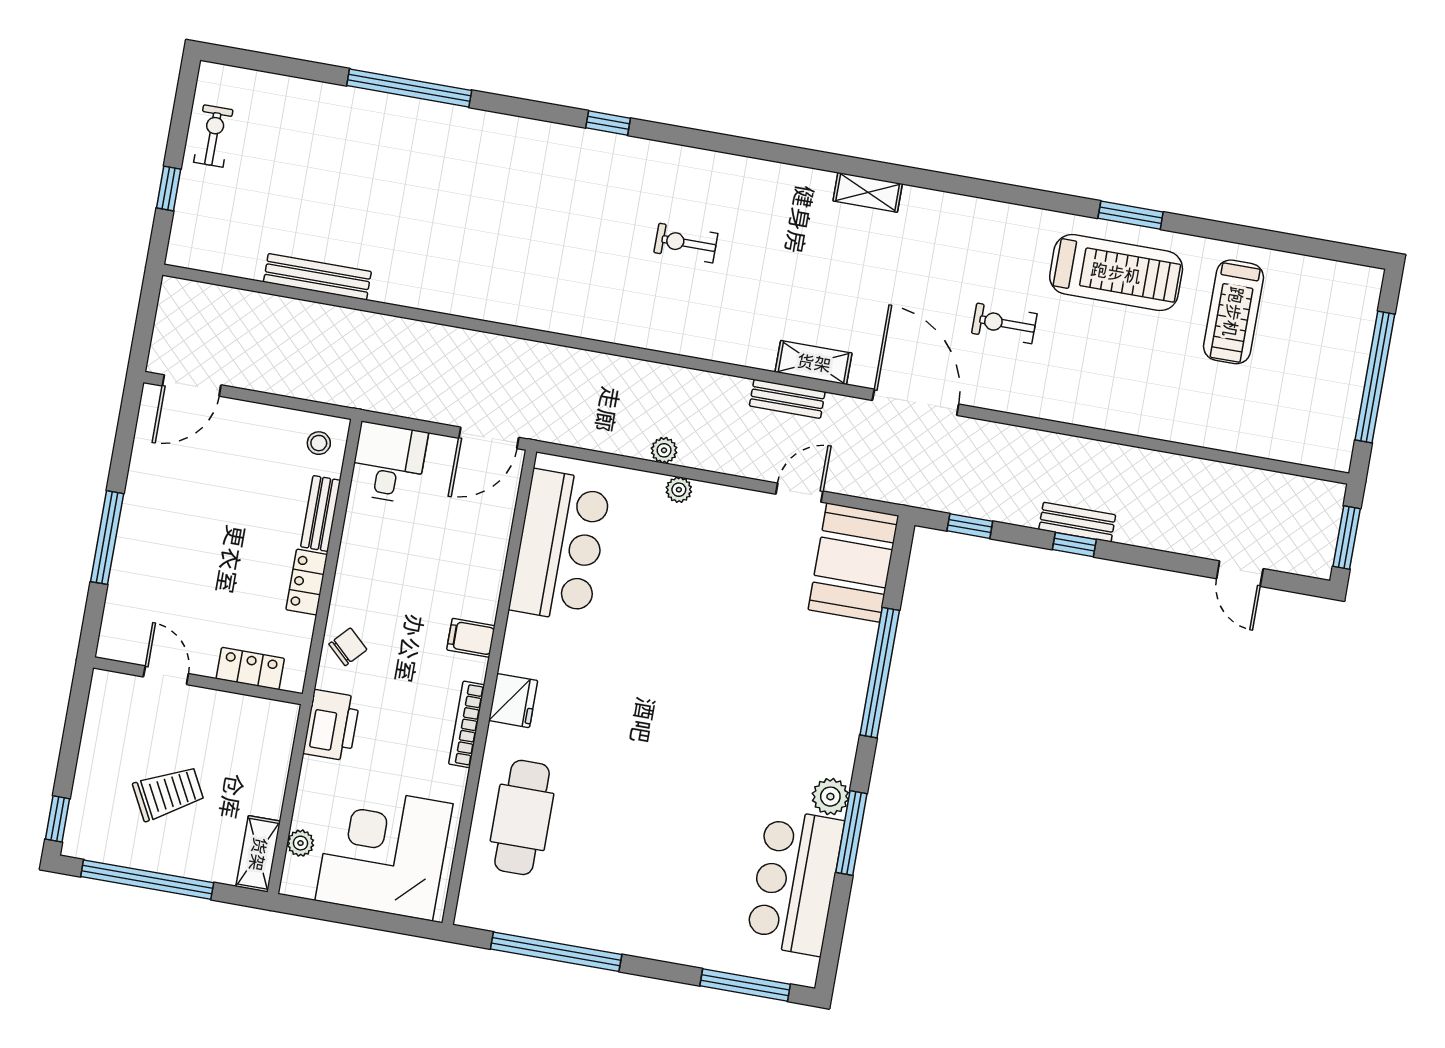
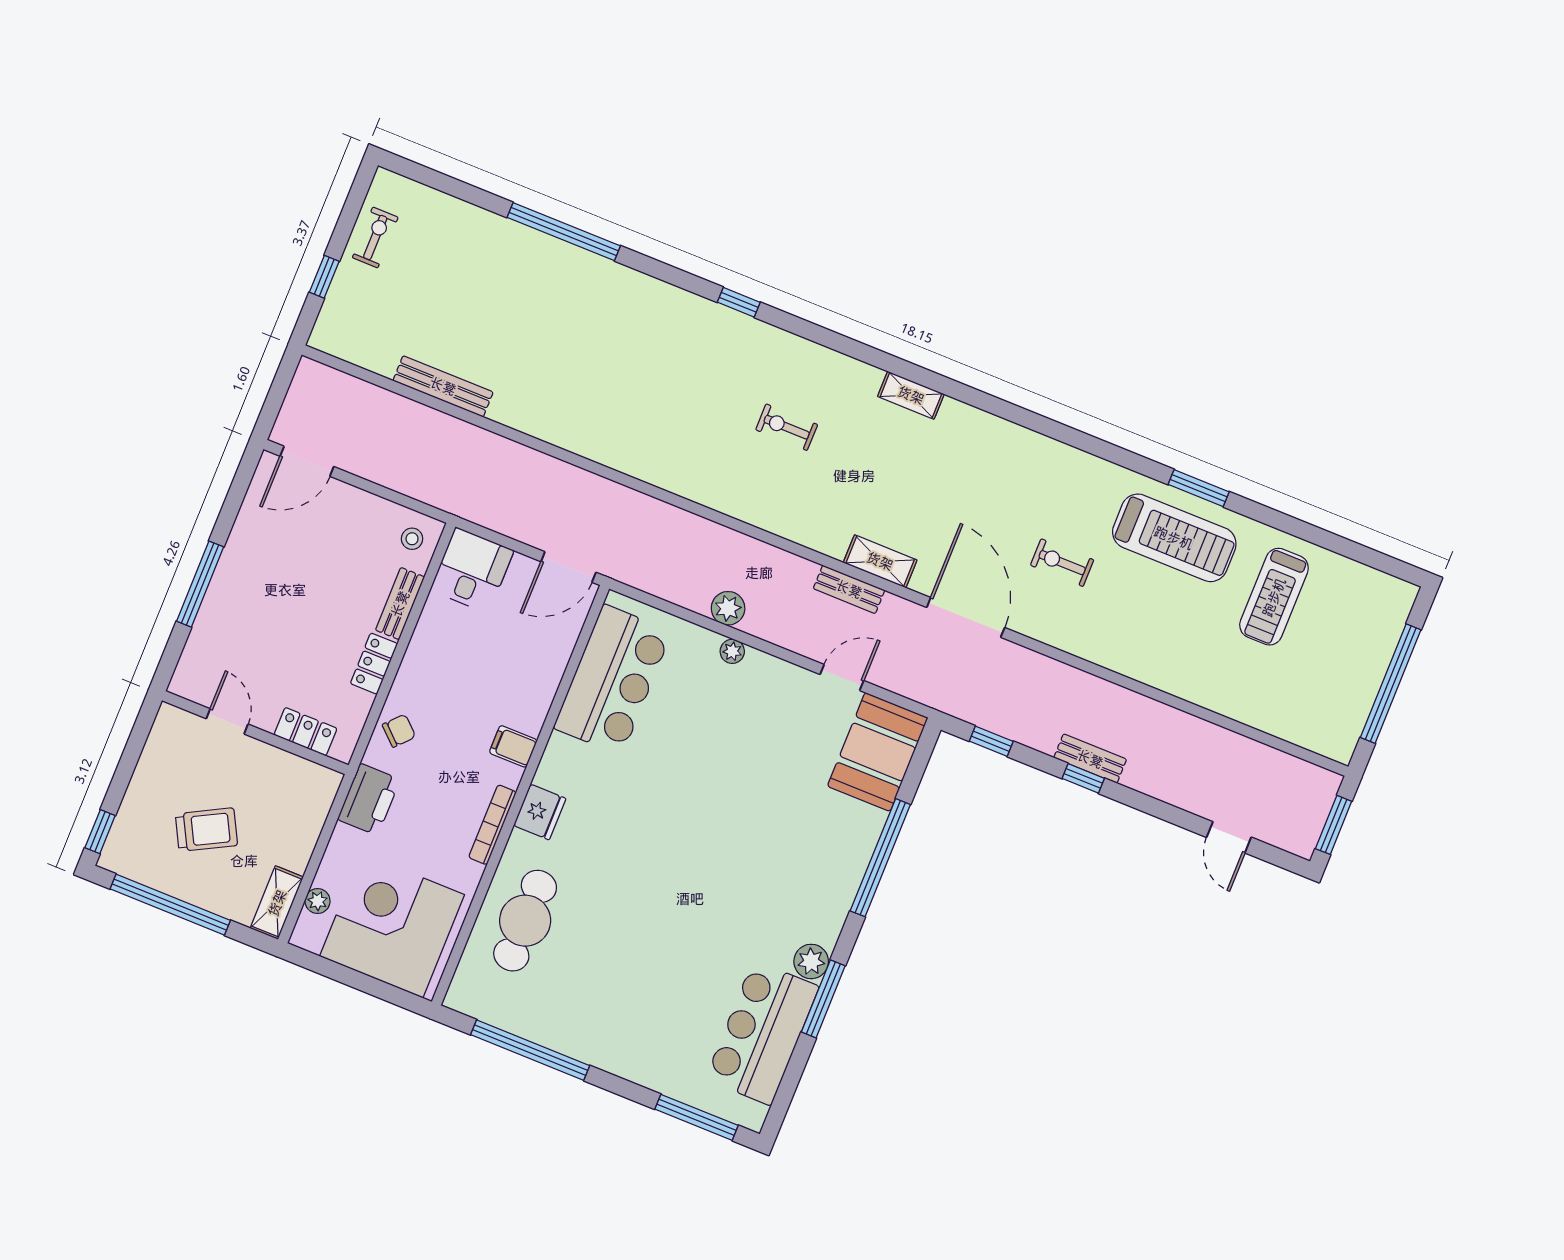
shelving: (868, 192) -> (911, 395), moved
plant: (664, 450) -> (728, 608), width x1.38, depth x1.38

